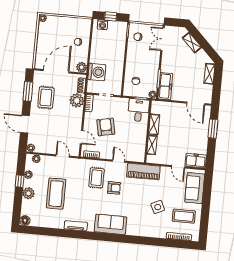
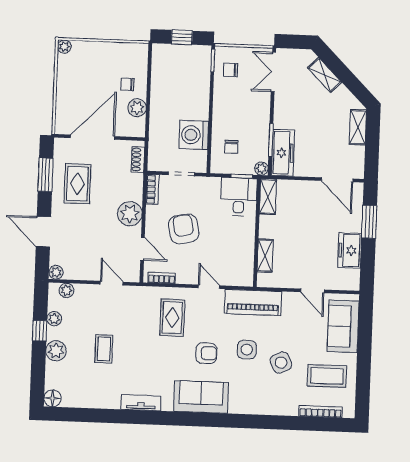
washing machine: (102, 25) -> (168, 52), removed
plant: (82, 67) -> (137, 108), moved
washing machine: (97, 72) -> (194, 135), moved, turned 180
plant: (77, 100) -> (130, 214), moved
shelving: (154, 124) -> (268, 197), moved
freezer: (196, 161) -> (350, 250), moved, turned -90
armchair: (114, 188) -> (206, 353), moved
coffee table: (56, 194) -> (104, 349), width x0.54, depth x0.58
side table: (138, 198) -> (247, 350), added

